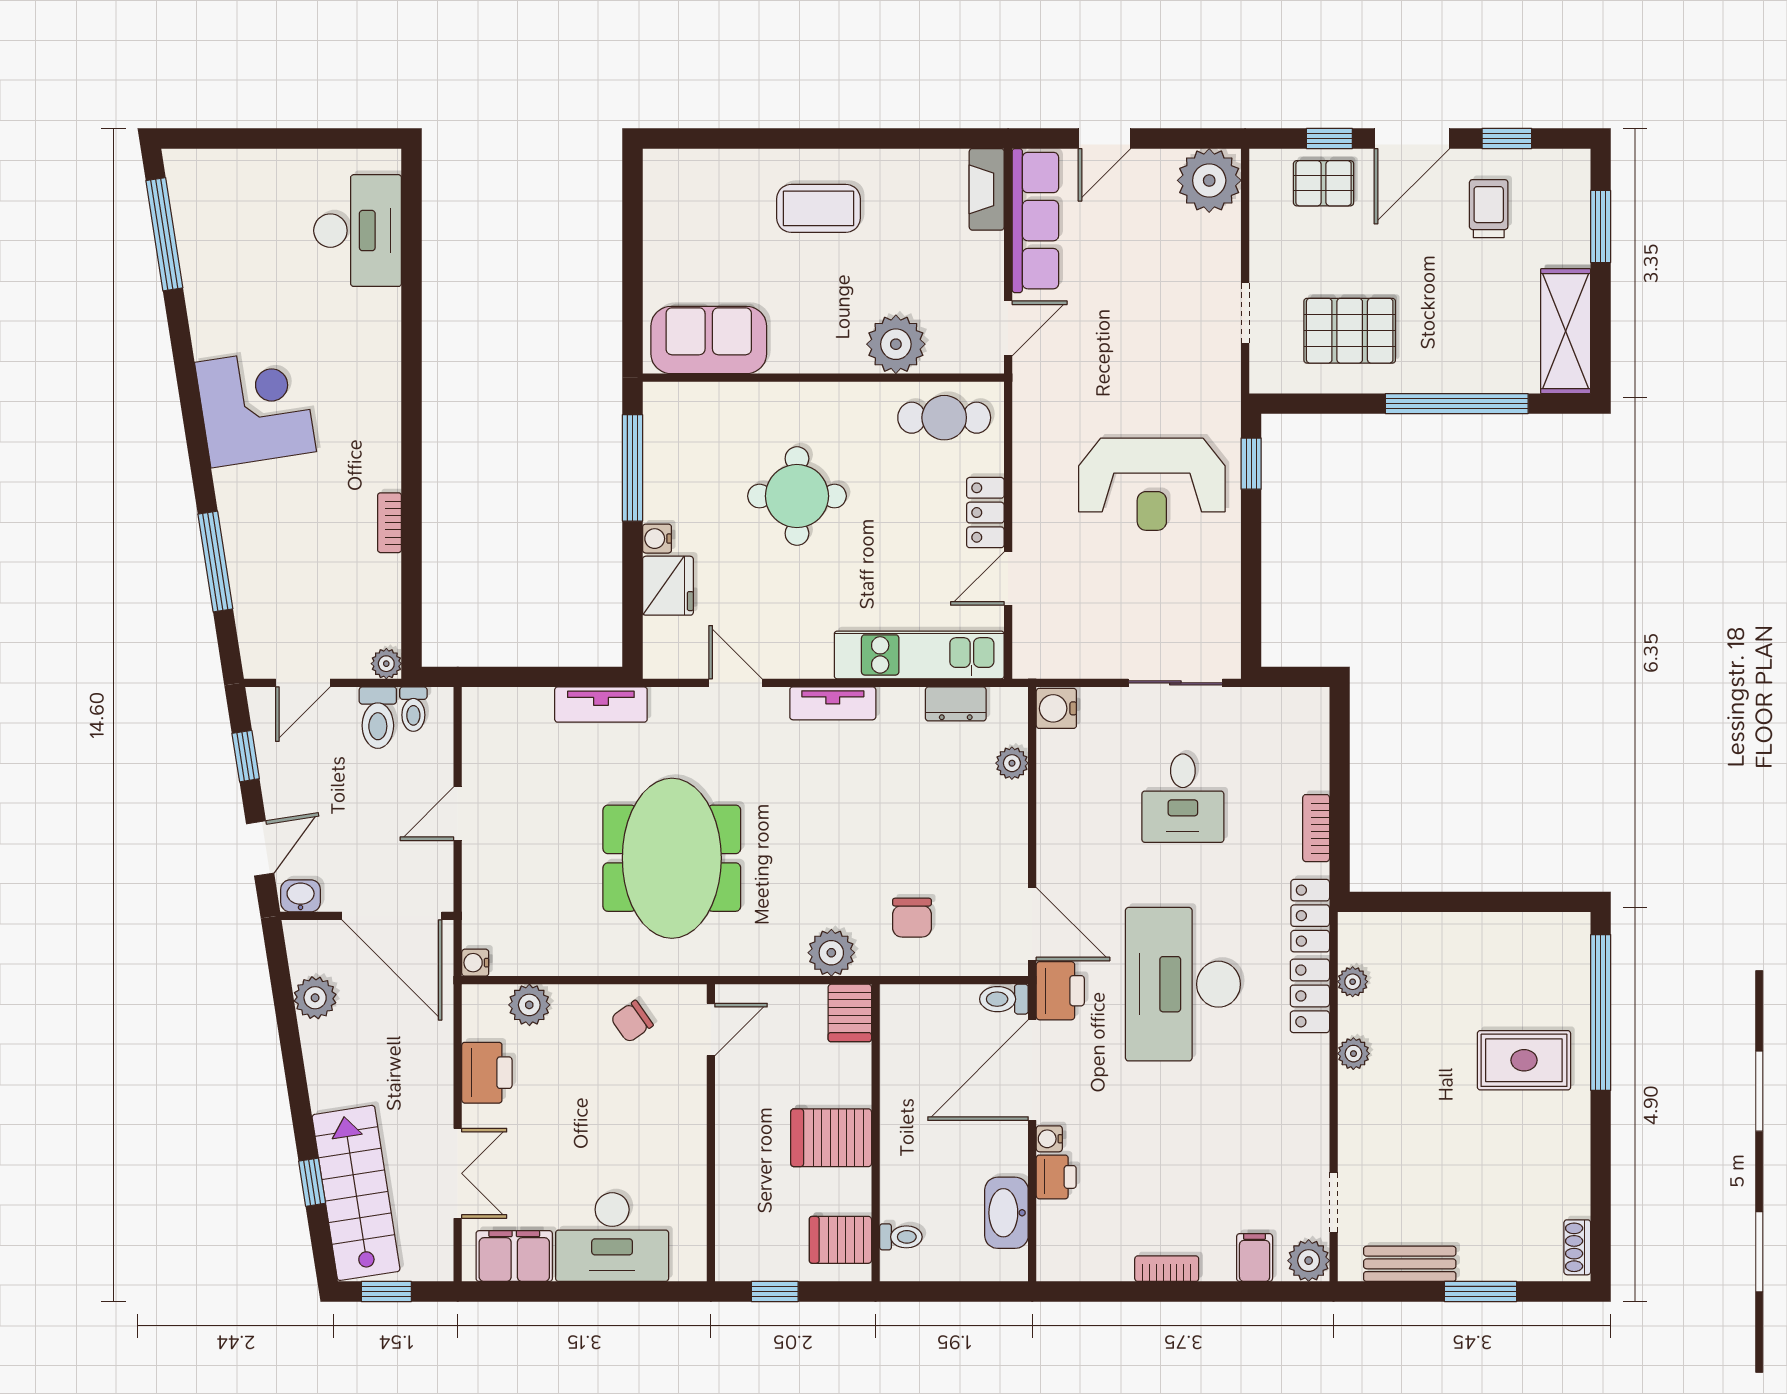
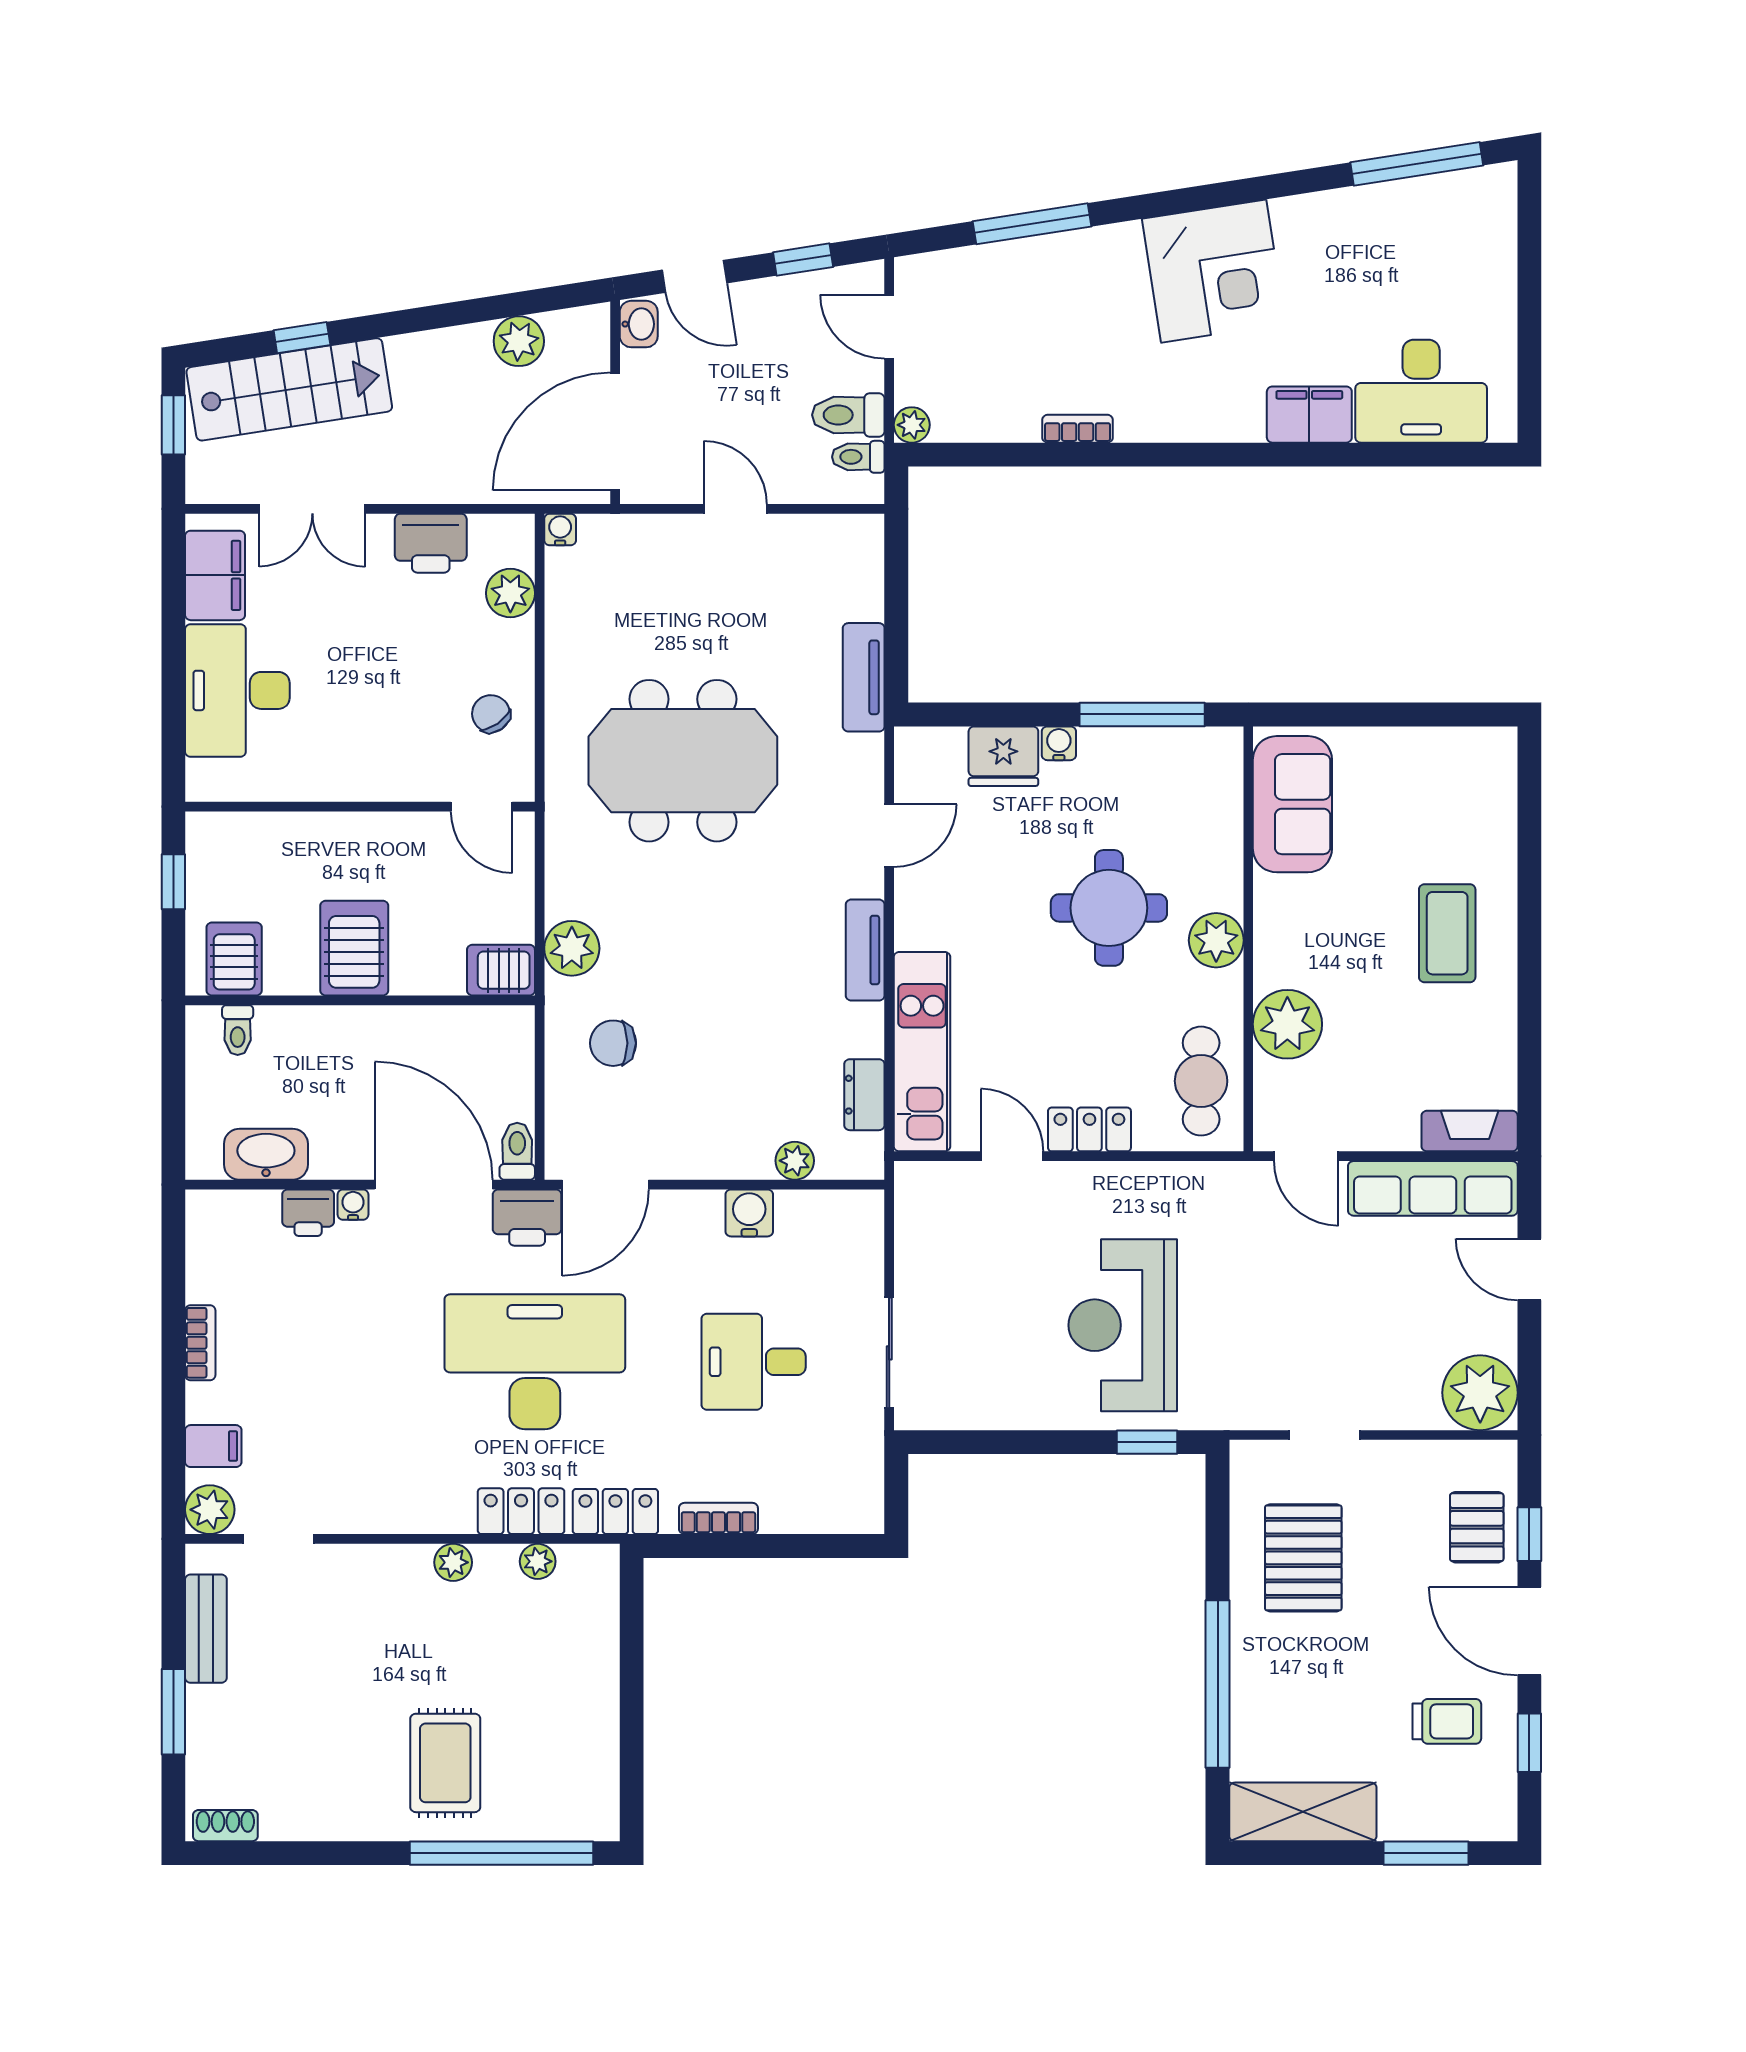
filing cabinet: (377, 326) -> (1309, 415), added
plant: (824, 405) -> (1216, 940), added
water cooler: (1056, 708) -> (749, 1213), moved

